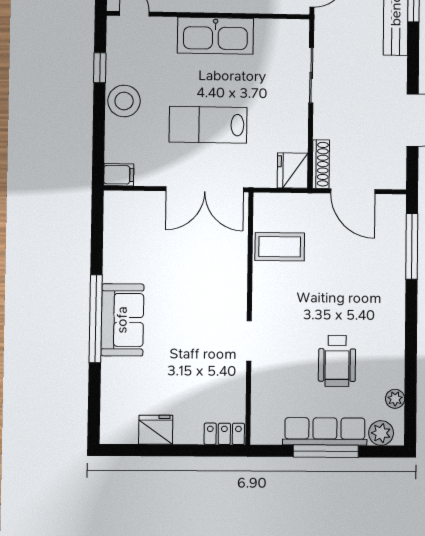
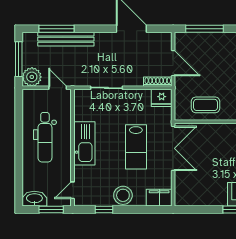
filing cabinet: (119, 175) -> (159, 198), width x2.00
door: (353, 191) -> (173, 63), hinge flipped
coffee table: (280, 247) -> (206, 105), turned 90

